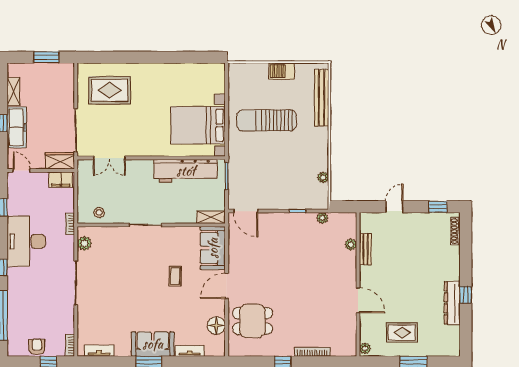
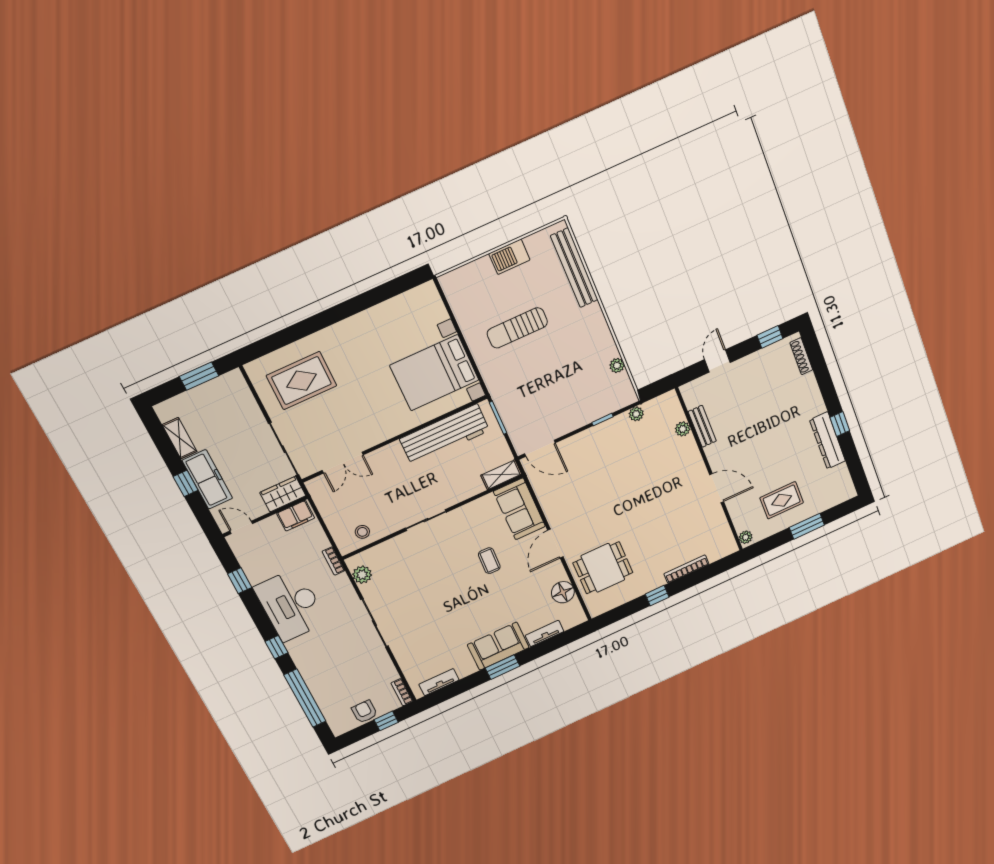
sun lounger: (266, 120) -> (517, 328), width x0.73, depth x0.75

